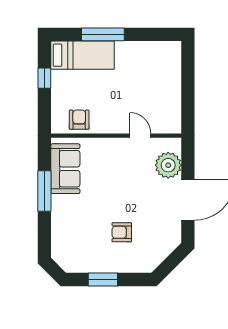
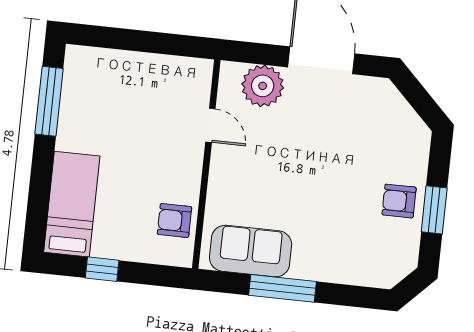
window: (103, 34) -> (49, 101), moved
door: (140, 136) -> (210, 125), swing flipped
armchair: (122, 232) -> (399, 201), moved, turned 90

